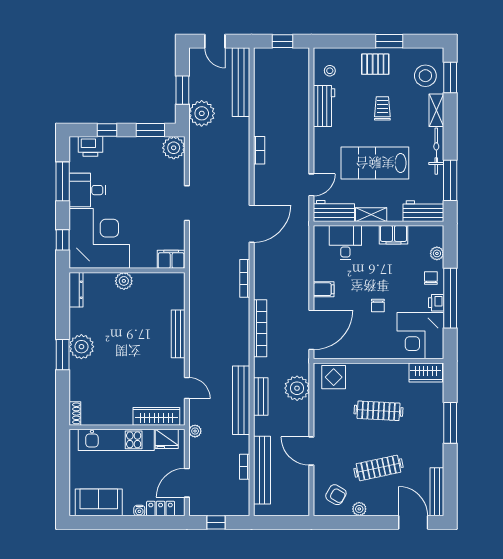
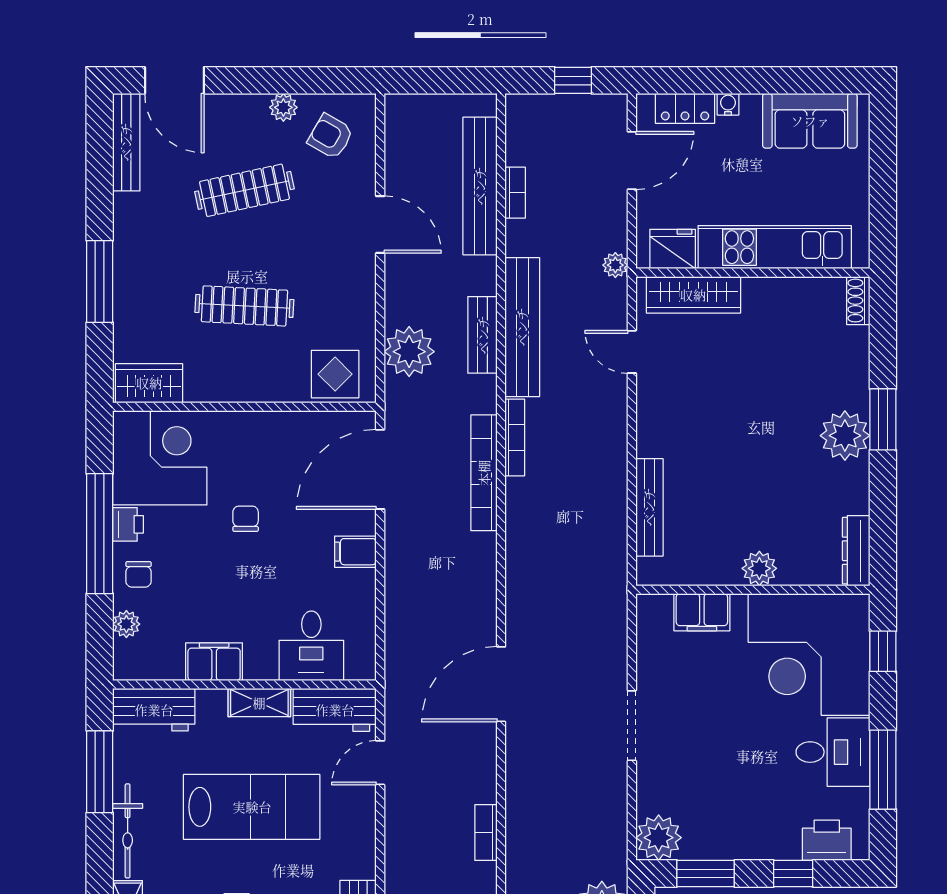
filing cabinet: (171, 259) -> (702, 612), moved
bookcase: (245, 278) -> (515, 438), moved
bench: (178, 334) -> (649, 507), moved

